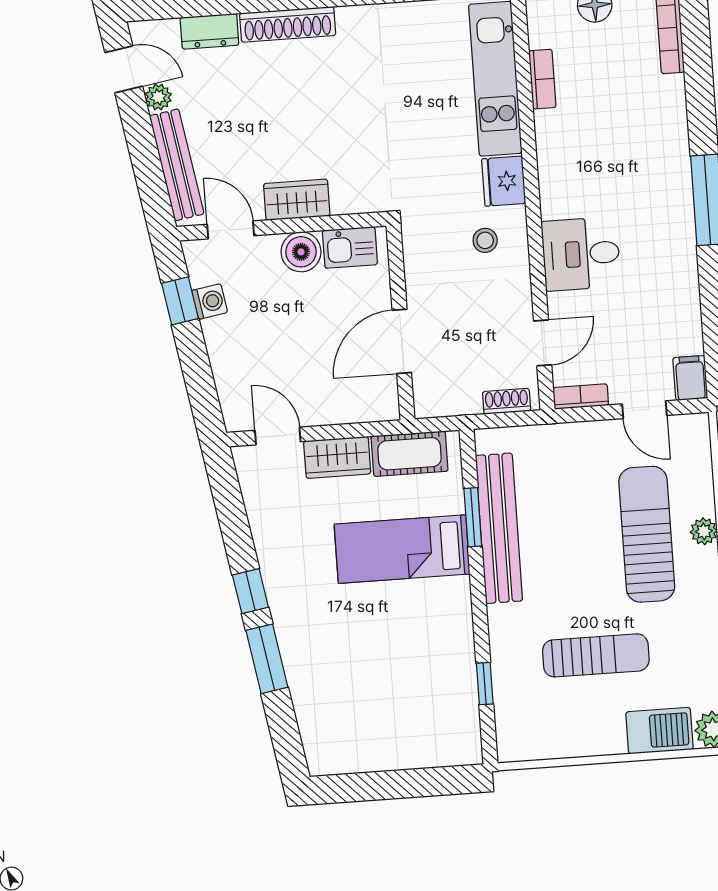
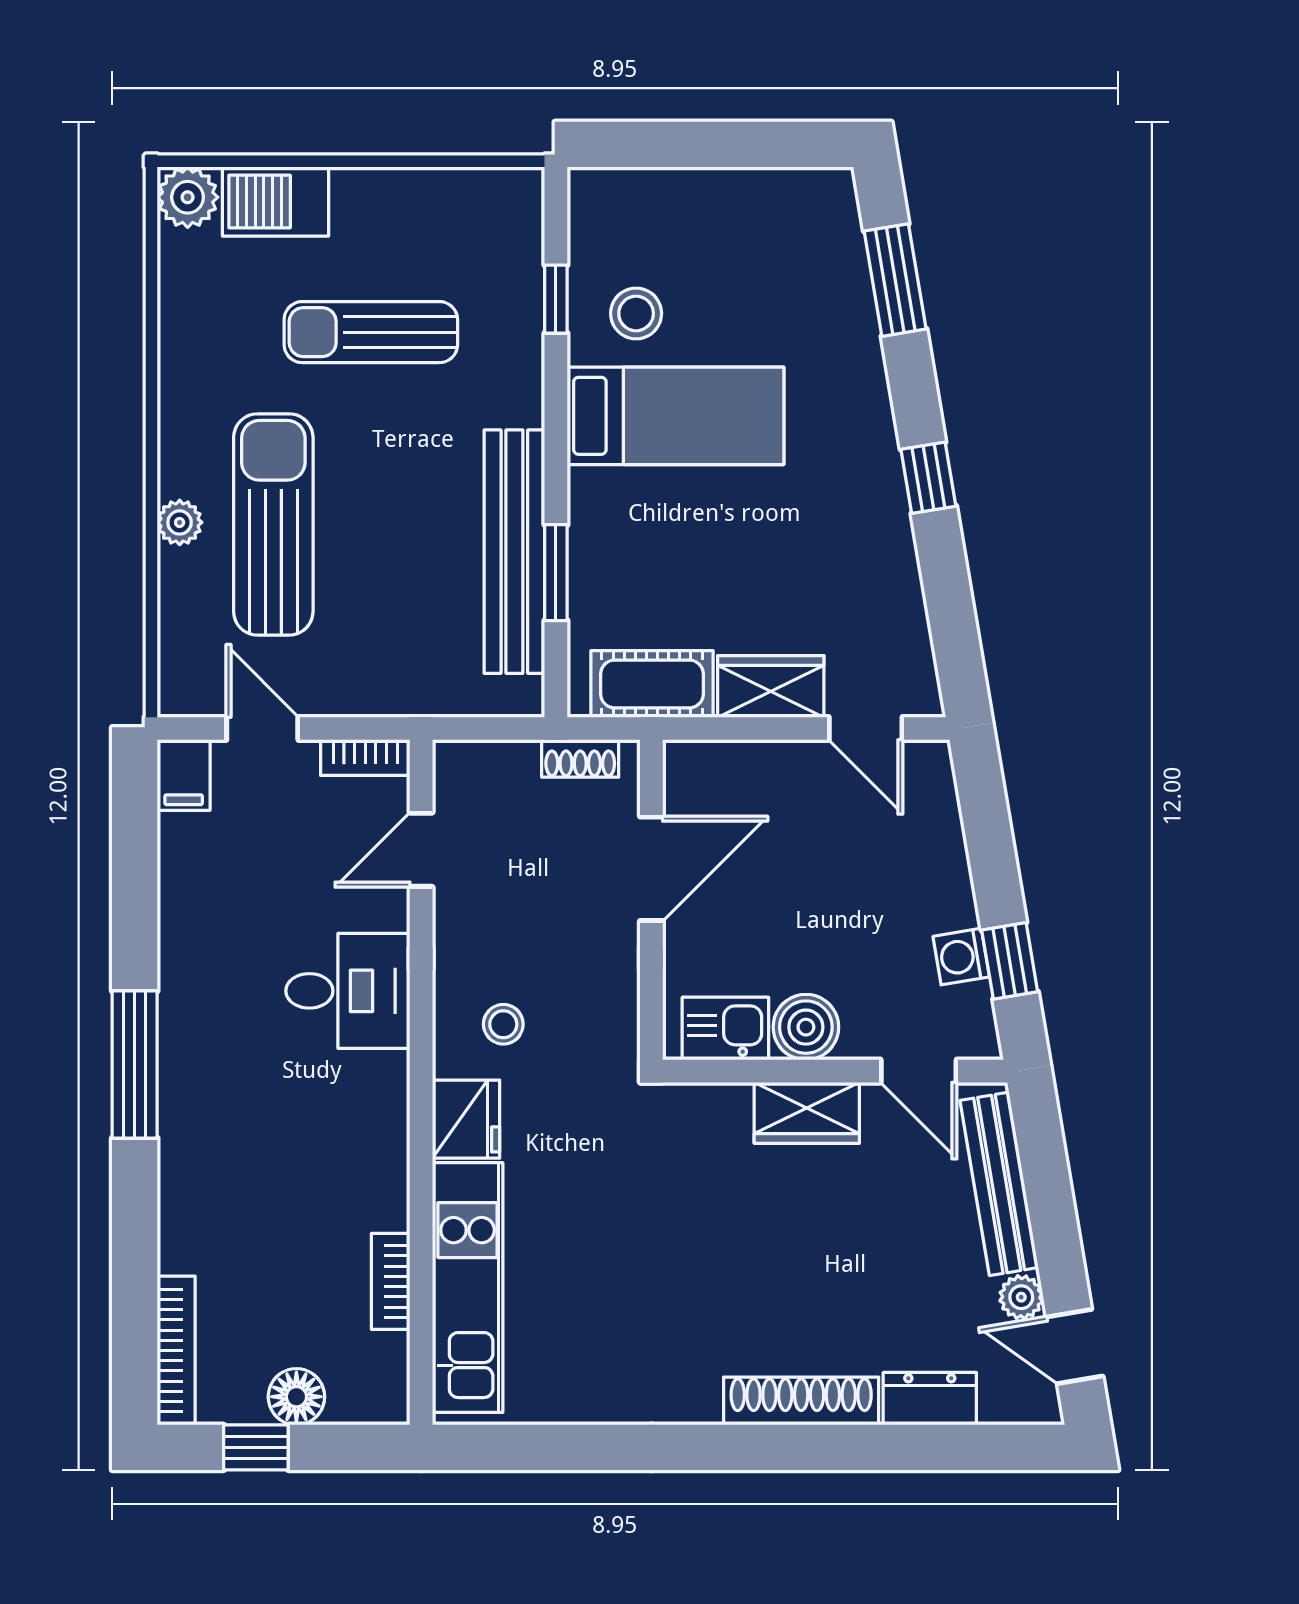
shoe rack: (507, 401) -> (580, 758), moved
sun lounger: (647, 534) -> (273, 524), turned 180
bed: (402, 549) -> (675, 416), moved
window: (267, 659) -> (895, 280), moved
stool: (435, 678) -> (636, 313), added

